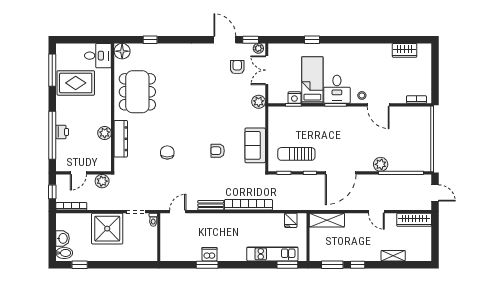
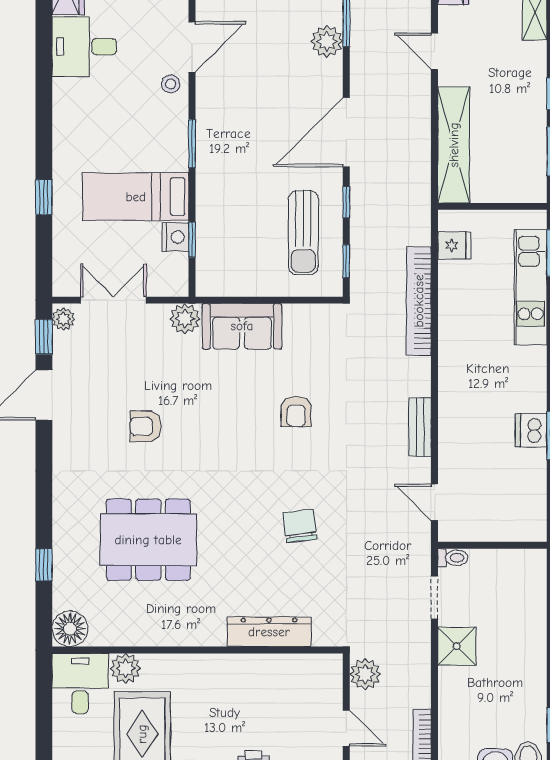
armchair: (237, 67) -> (146, 426), moved
double door: (267, 70) -> (113, 300), swing flipped
desk: (337, 89) -> (84, 47), moved, turned 180
dining table: (137, 92) -> (148, 540), moved
plant: (105, 133) -> (125, 668), moved
sofa: (255, 145) -> (242, 326), moved
chair: (167, 152) -> (300, 526), turned 83
door: (341, 173) -> (346, 132), swing flipped
bookcase: (249, 205) -> (419, 301), moved
door: (376, 212) -> (434, 51), swing flipped
shelving: (327, 220) -> (454, 145), width x1.47
shower: (107, 229) -> (457, 646), width x0.54, depth x0.54

